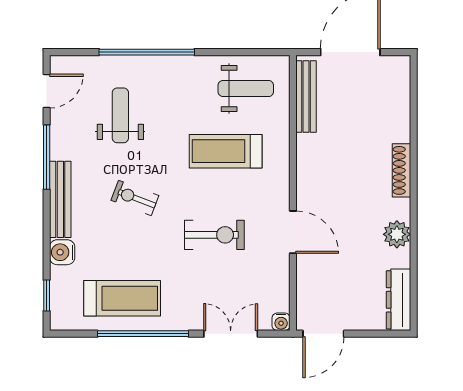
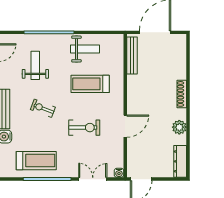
weight bench: (246, 89) -> (85, 49), moved
door: (293, 232) -> (125, 126), hinge flipped

